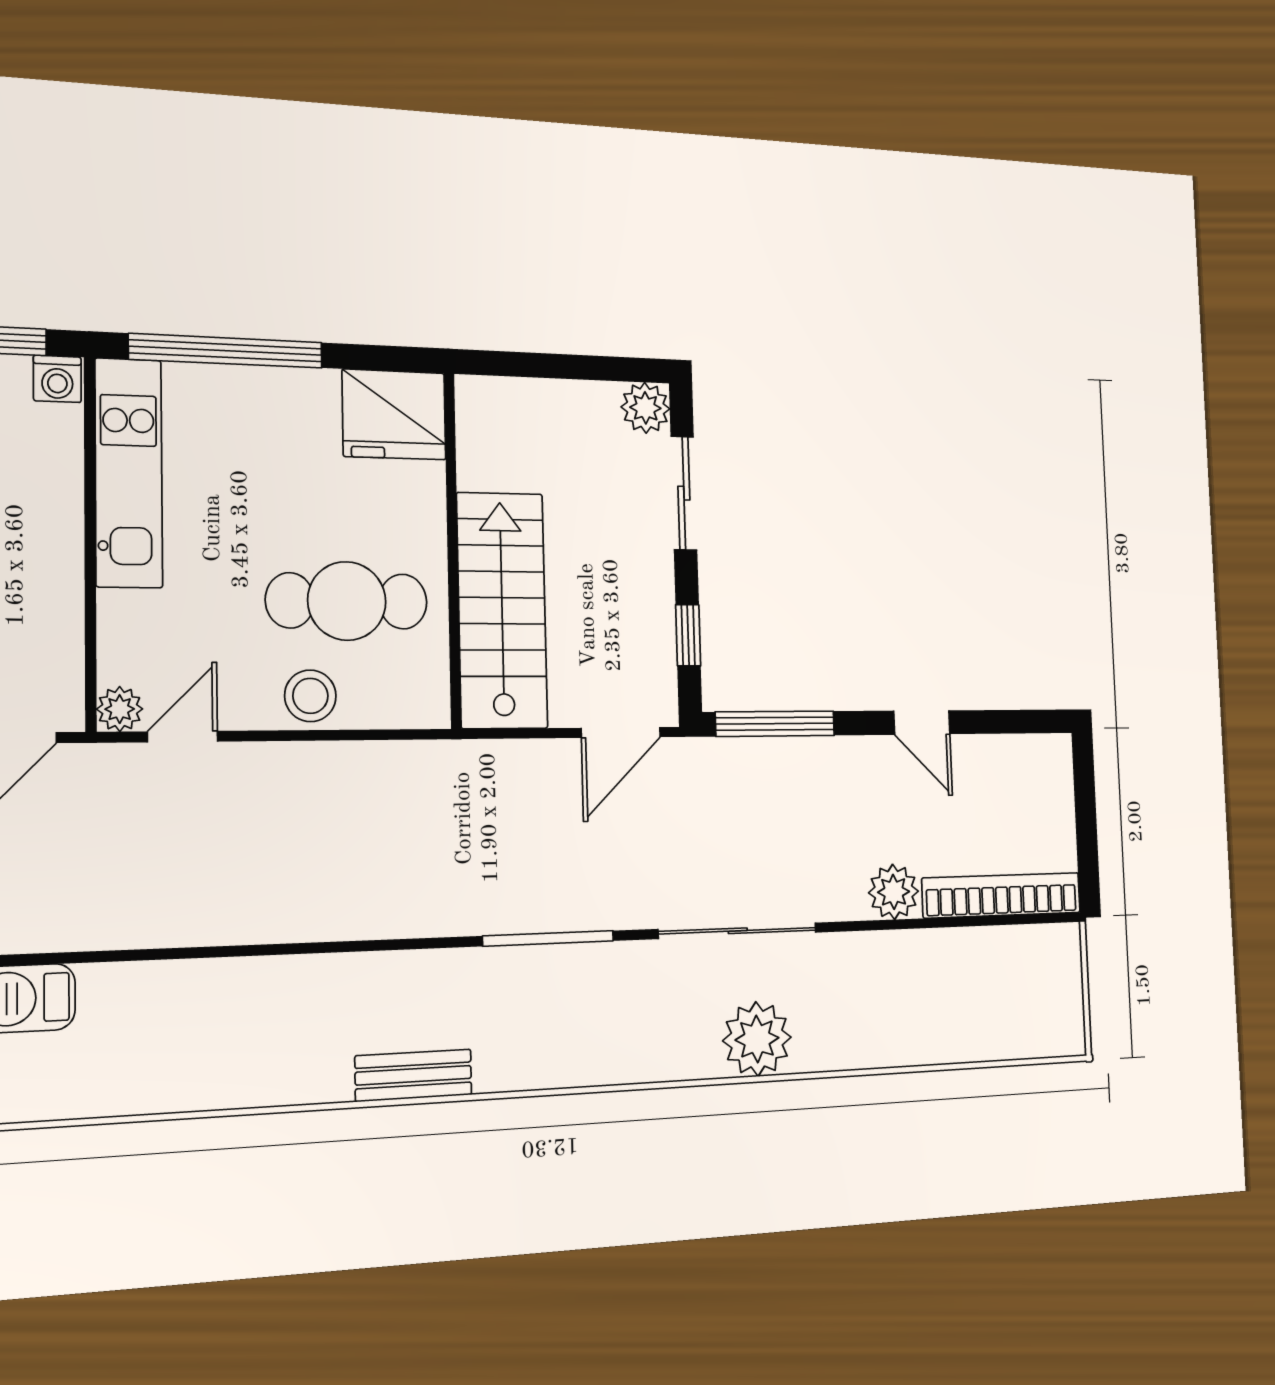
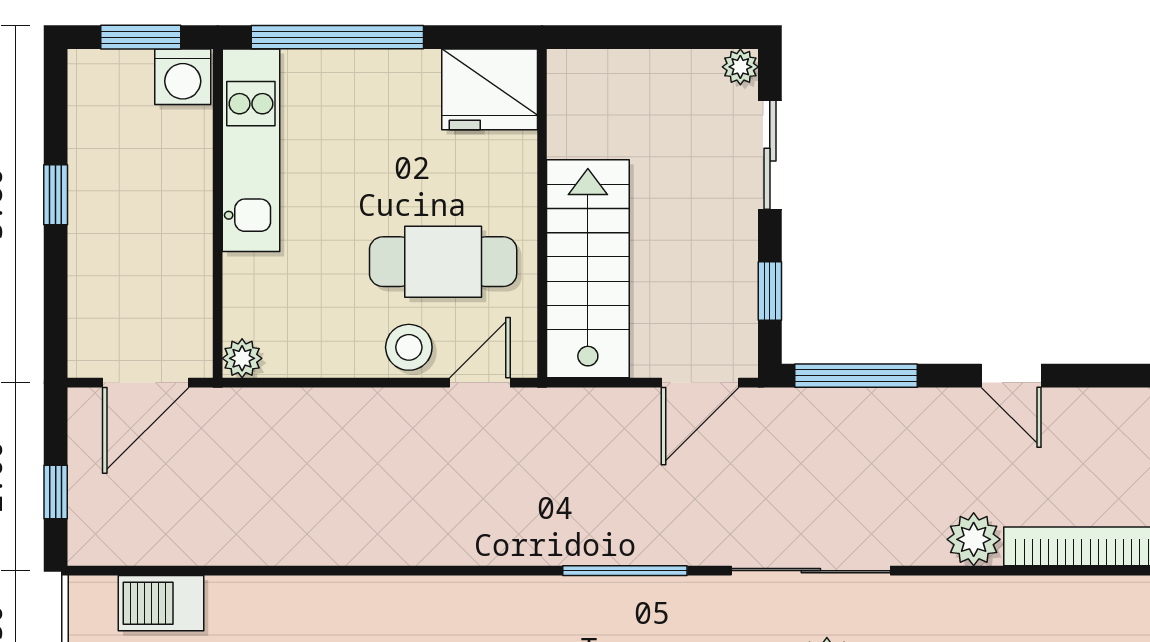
washing machine: (57, 379) -> (183, 77), width x1.38, depth x1.38
plant: (645, 408) -> (740, 67), width x0.73, depth x0.73
door: (183, 737) -> (480, 383), moved

